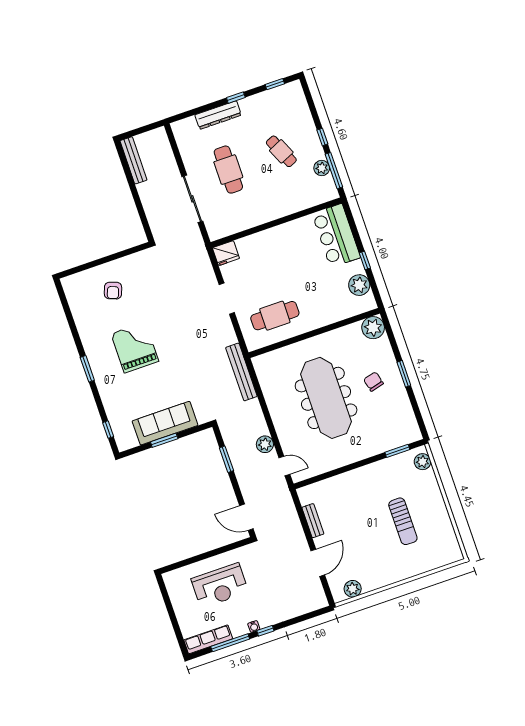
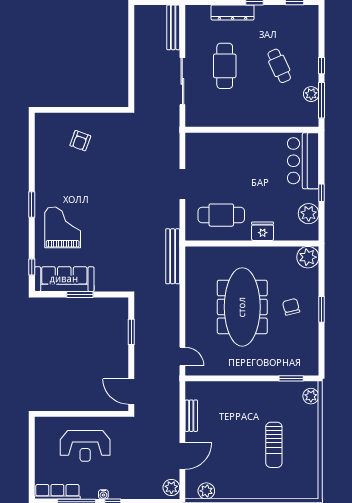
bench: (133, 160) -> (173, 27), moved
fridge: (226, 253) -> (263, 231), moved, turned 180
grand piano: (135, 347) -> (63, 227), moved
sofa: (165, 423) -> (64, 279), moved
plant: (265, 444) -> (171, 488), moved

